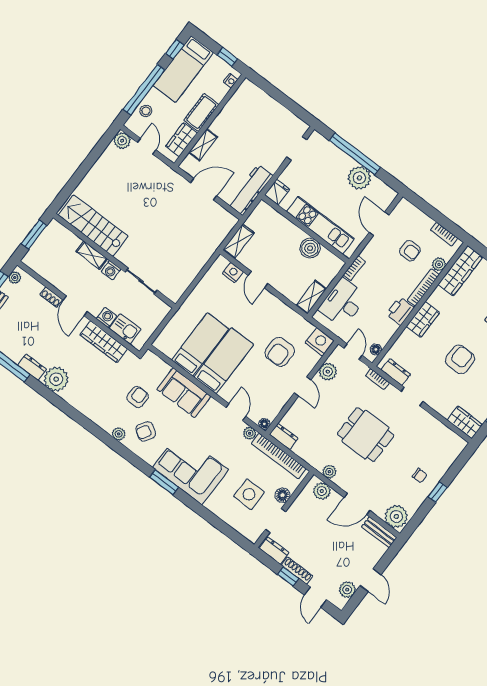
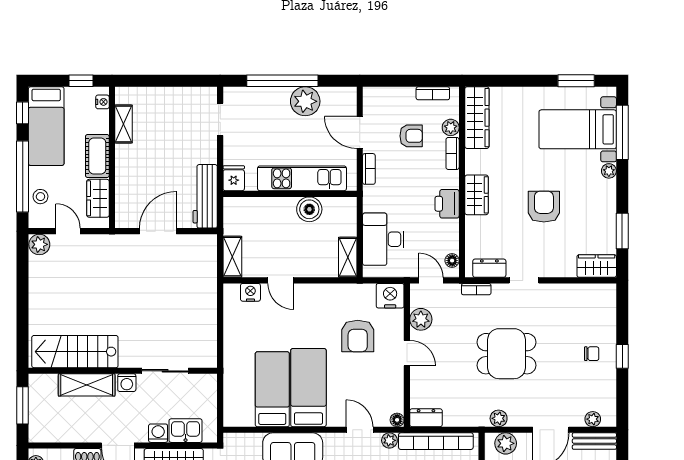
shelving: (203, 145) -> (124, 124), moved
shelving: (92, 255) -> (87, 385), width x1.50, depth x1.33
bookcase: (354, 268) -> (369, 169), moved
bookcase: (423, 288) -> (453, 153), width x0.64
plant: (396, 516) -> (593, 419), width x0.53, depth x0.53

